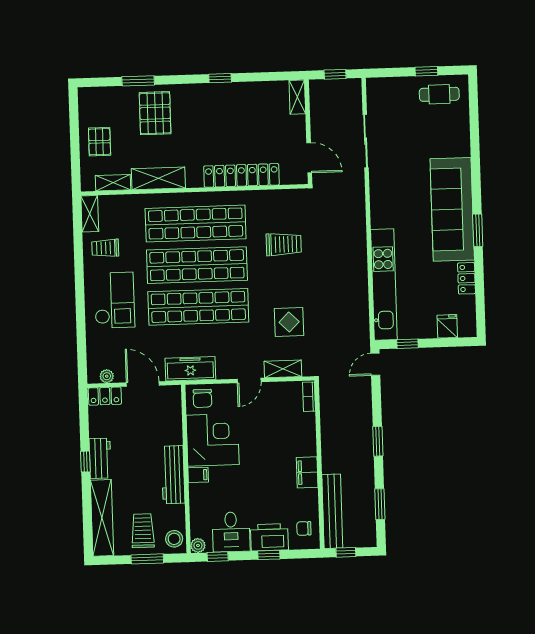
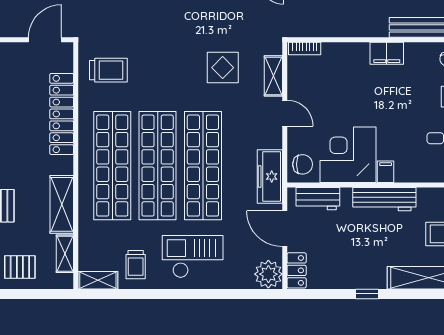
trolley: (284, 244) -> (108, 70), moved, turned 90
plant: (107, 376) -> (268, 274), width x1.87, depth x1.87
door: (143, 384) -> (285, 229), hinge flipped
workbench: (100, 458) -> (318, 199), moved, turned 180

